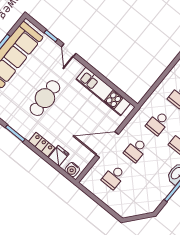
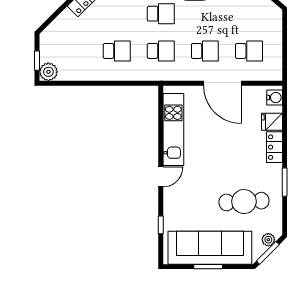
door: (69, 50) -> (161, 177), moved
cafe table: (45, 98) -> (244, 202), moved

